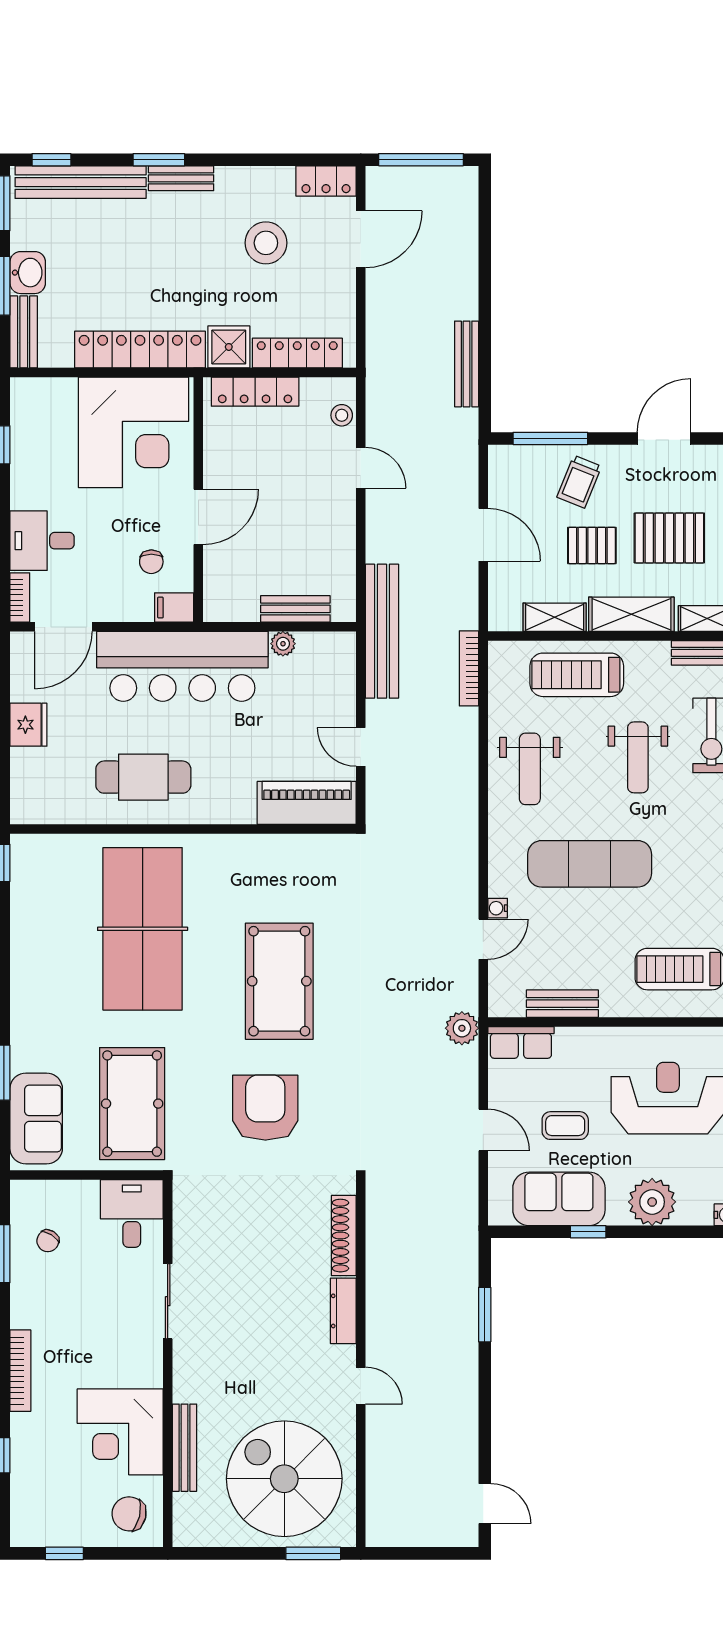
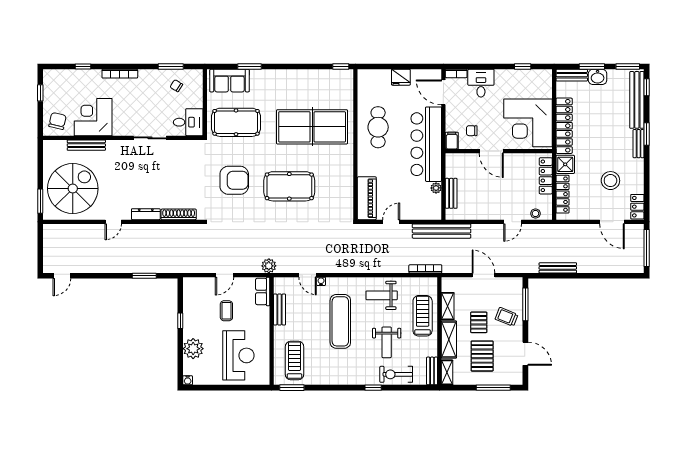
door: (483, 535) -> (483, 275), swing flipped
weight bench: (638, 757) -> (387, 342), turned -90
sofa: (559, 1199) -> (195, 308), removed

